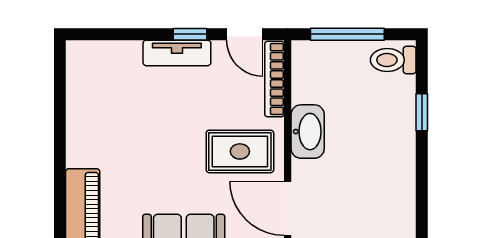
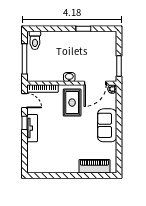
door: (245, 34) -> (24, 101), hinge flipped
window: (422, 112) -> (83, 29), moved
washbasin: (308, 132) -> (69, 77), width x0.52, depth x0.69

